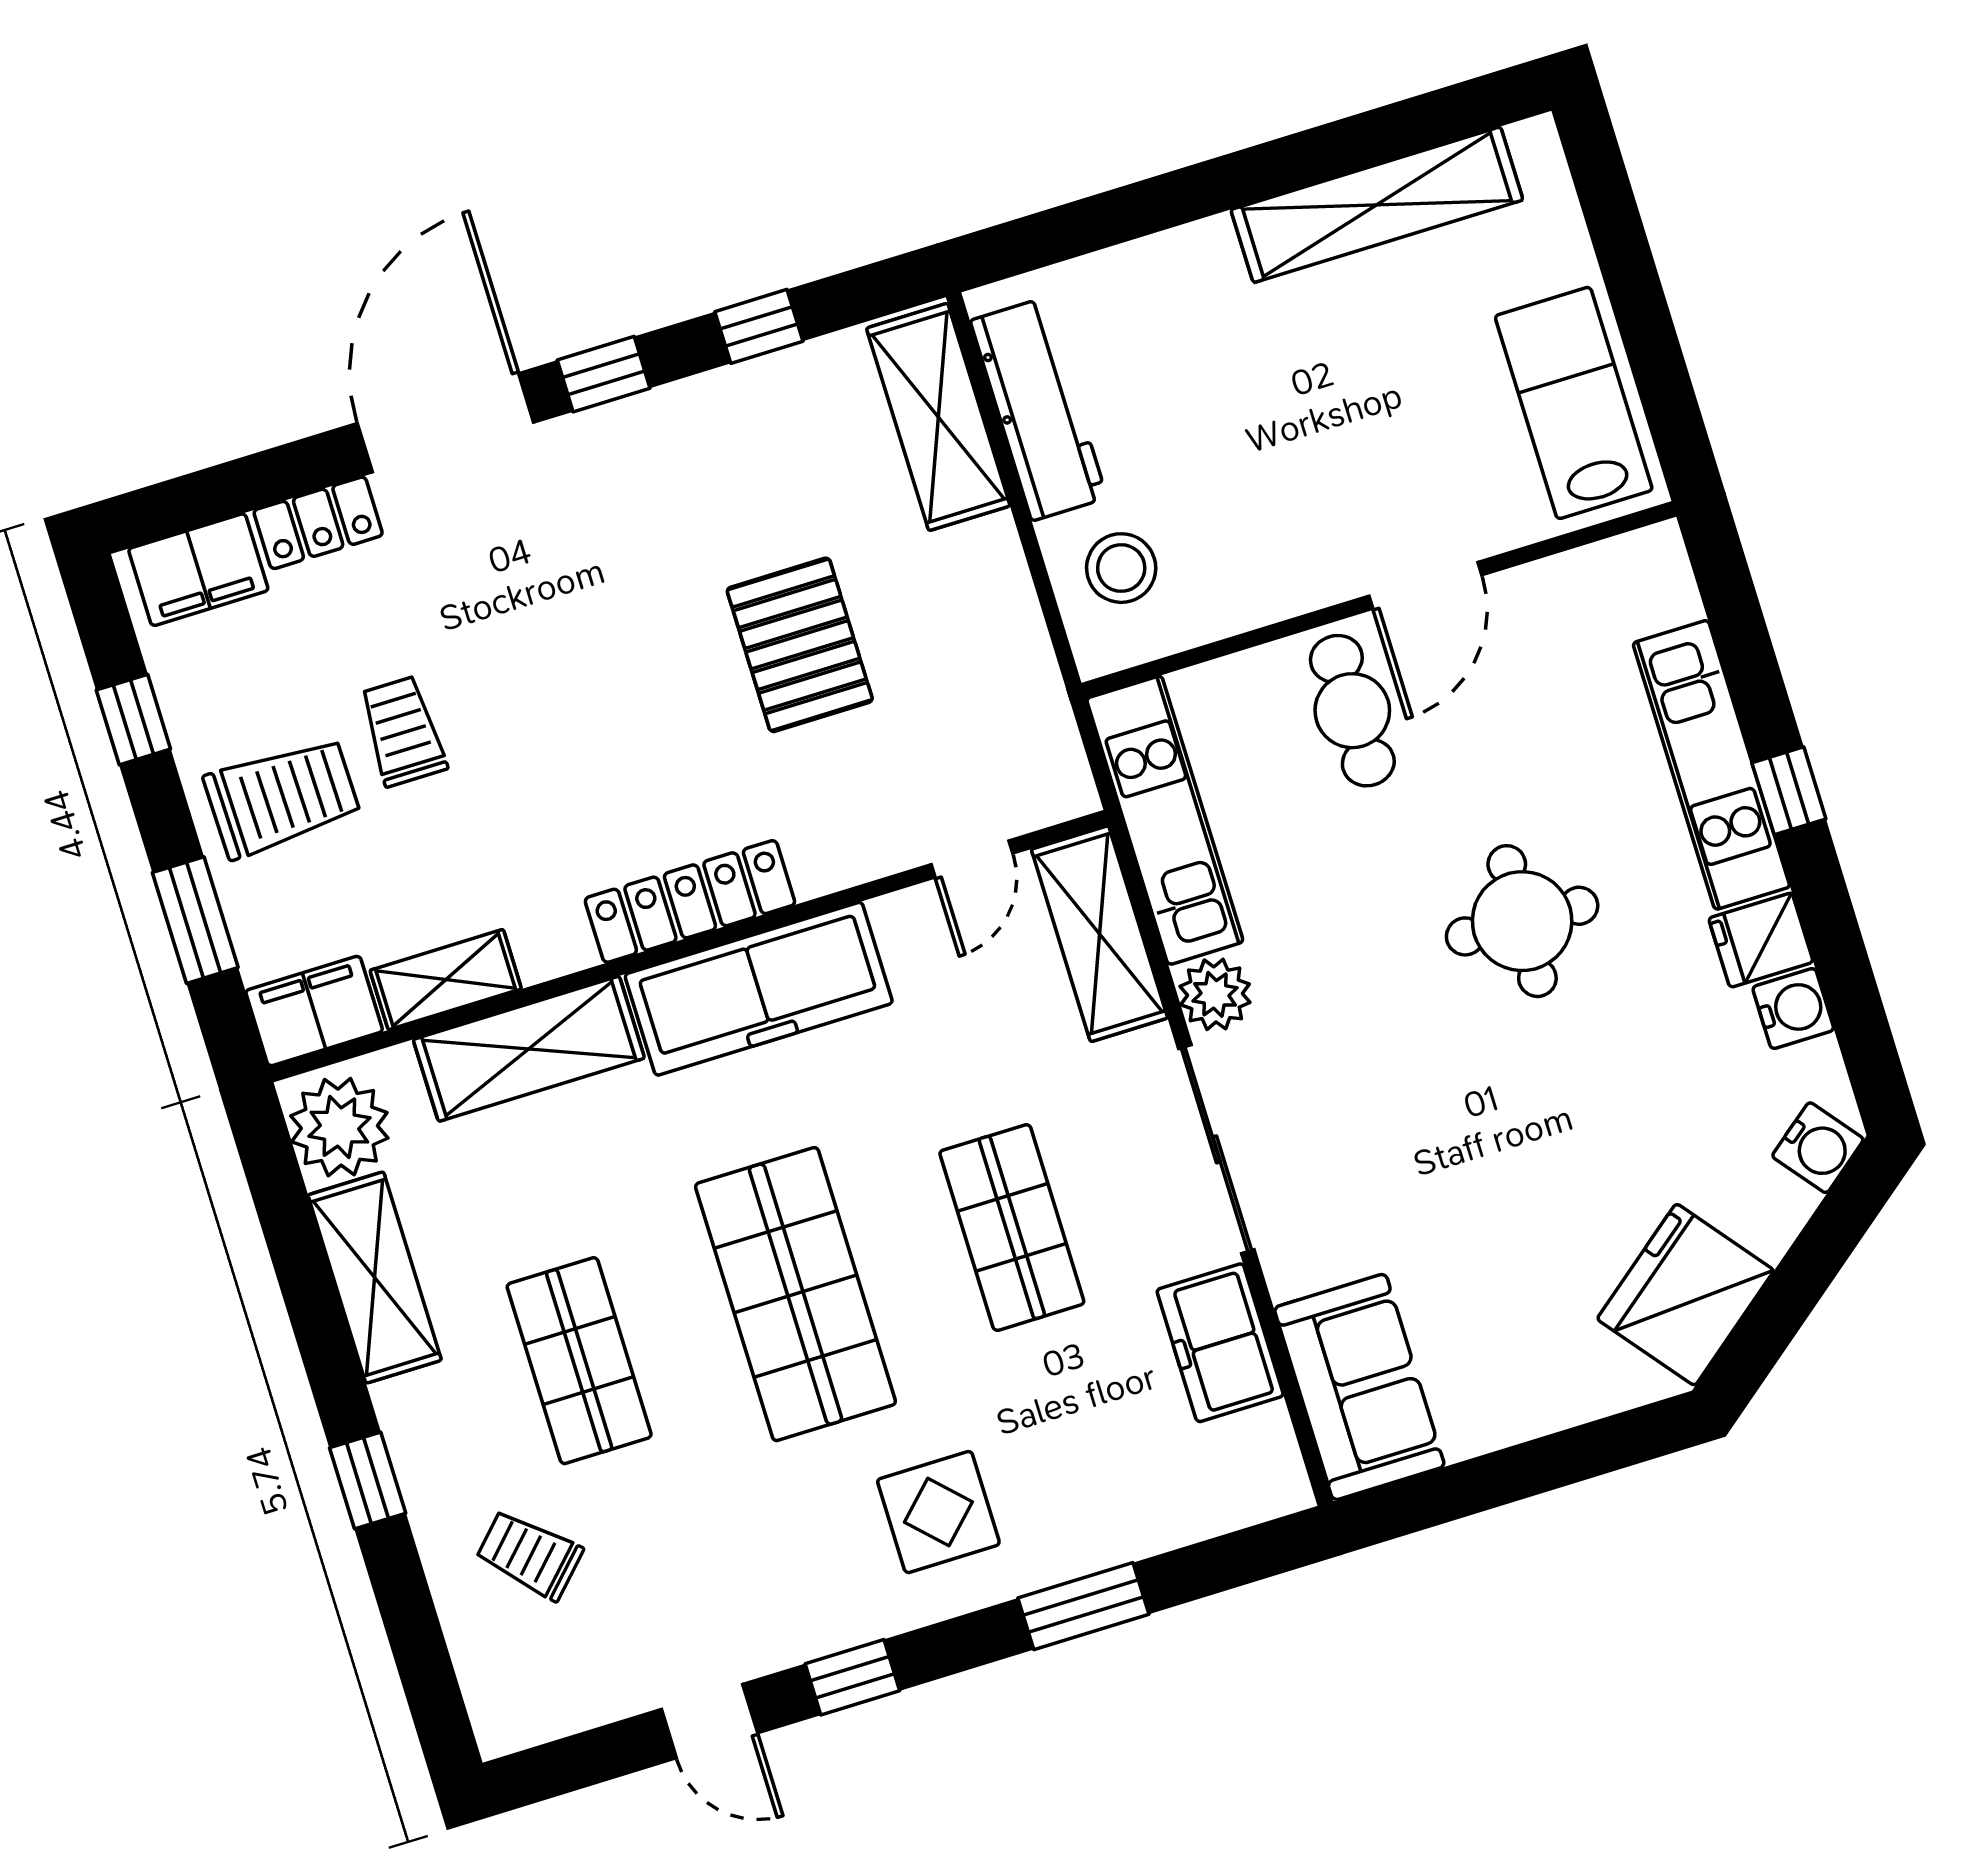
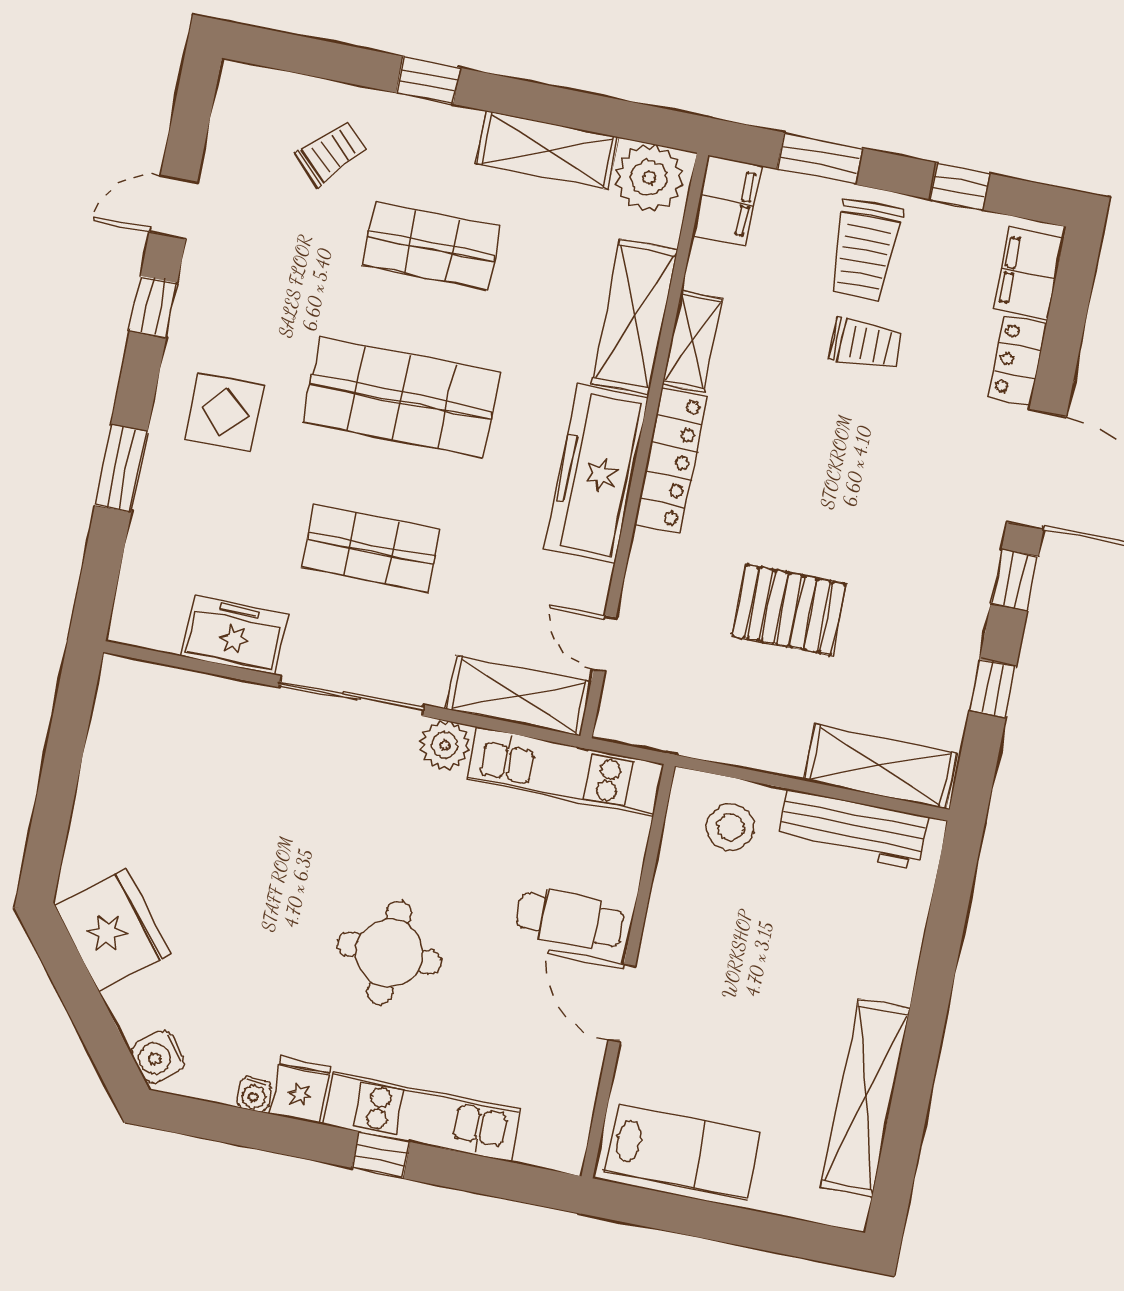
shelving: (446, 980) -> (693, 341), moved
water cooler: (1793, 1009) -> (254, 1094), width x0.72, depth x0.72
sofa: (1359, 1387) -> (163, 705), removed

